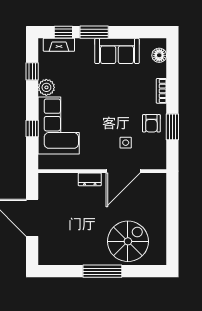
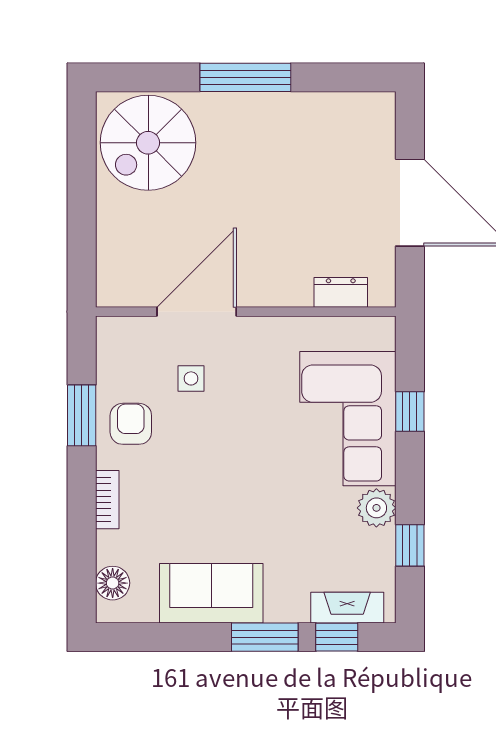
dresser: (90, 179) -> (341, 292), moved
spiral stairs: (128, 241) -> (148, 143), moved

